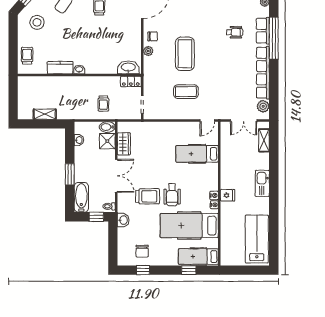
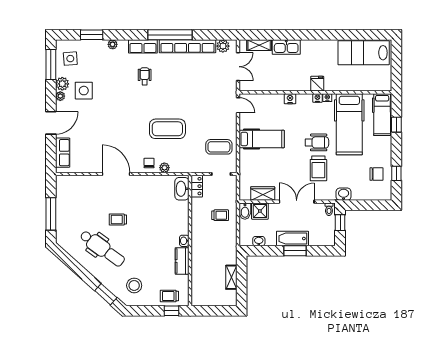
window: (274, 38) -> (170, 35), moved
window: (13, 58) -> (171, 311), added
coffee table: (186, 92) -> (219, 147), moved, turned 90
hospital bed: (197, 154) -> (262, 139), moved, turned -90
nightstand: (213, 170) -> (290, 99), added
kitchen sink: (262, 183) -> (286, 47), moved
trolley: (148, 196) -> (318, 168), turned 180
bathtub: (81, 197) -> (292, 239), moved

